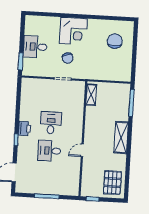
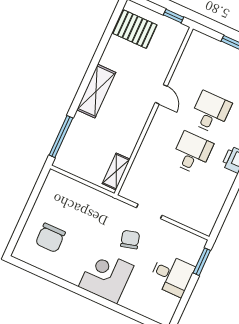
desk: (51, 123) -> (192, 153), turned 180
door: (82, 150) -> (161, 94), hinge flipped
desk: (49, 151) -> (210, 112), turned -90
pallet: (112, 182) -> (135, 29), turned 90

